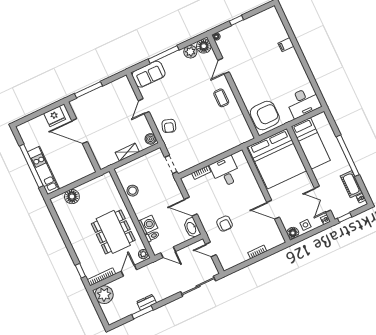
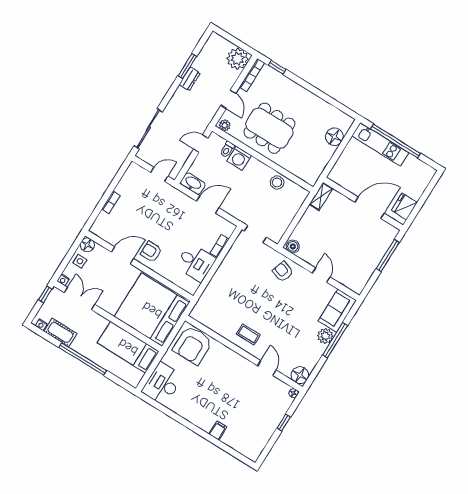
plant: (190, 52) -> (325, 336), moved
shelving: (127, 152) -> (321, 196), moved
armchair: (225, 224) -> (151, 252), moved

